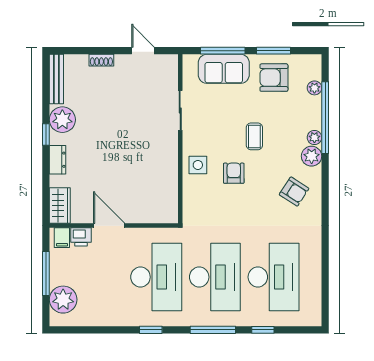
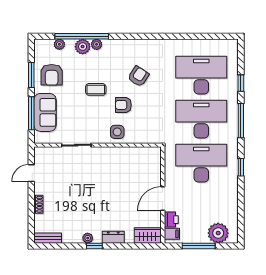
bench: (56, 79) -> (48, 238), width x0.73
plant: (62, 120) -> (88, 238), width x0.53, depth x0.53
plant: (312, 156) -> (83, 47), moved
armchair: (294, 192) -> (138, 76), moved

